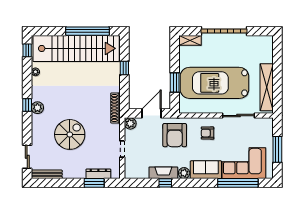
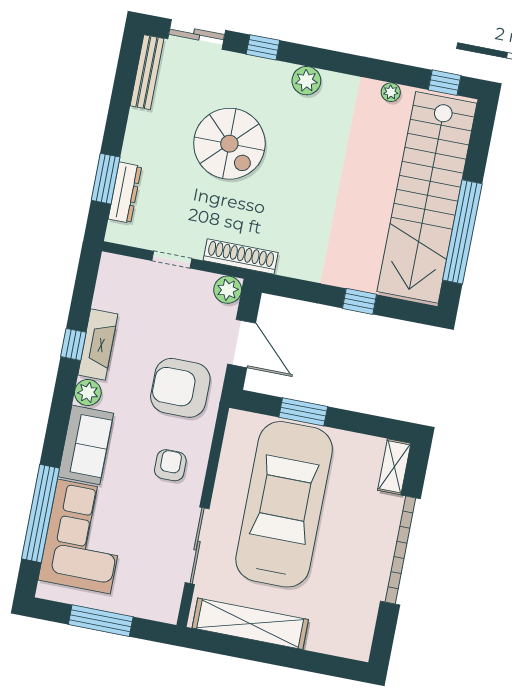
window: (27, 105) -> (263, 47), moved
shoe rack: (115, 108) -> (241, 257), moved

